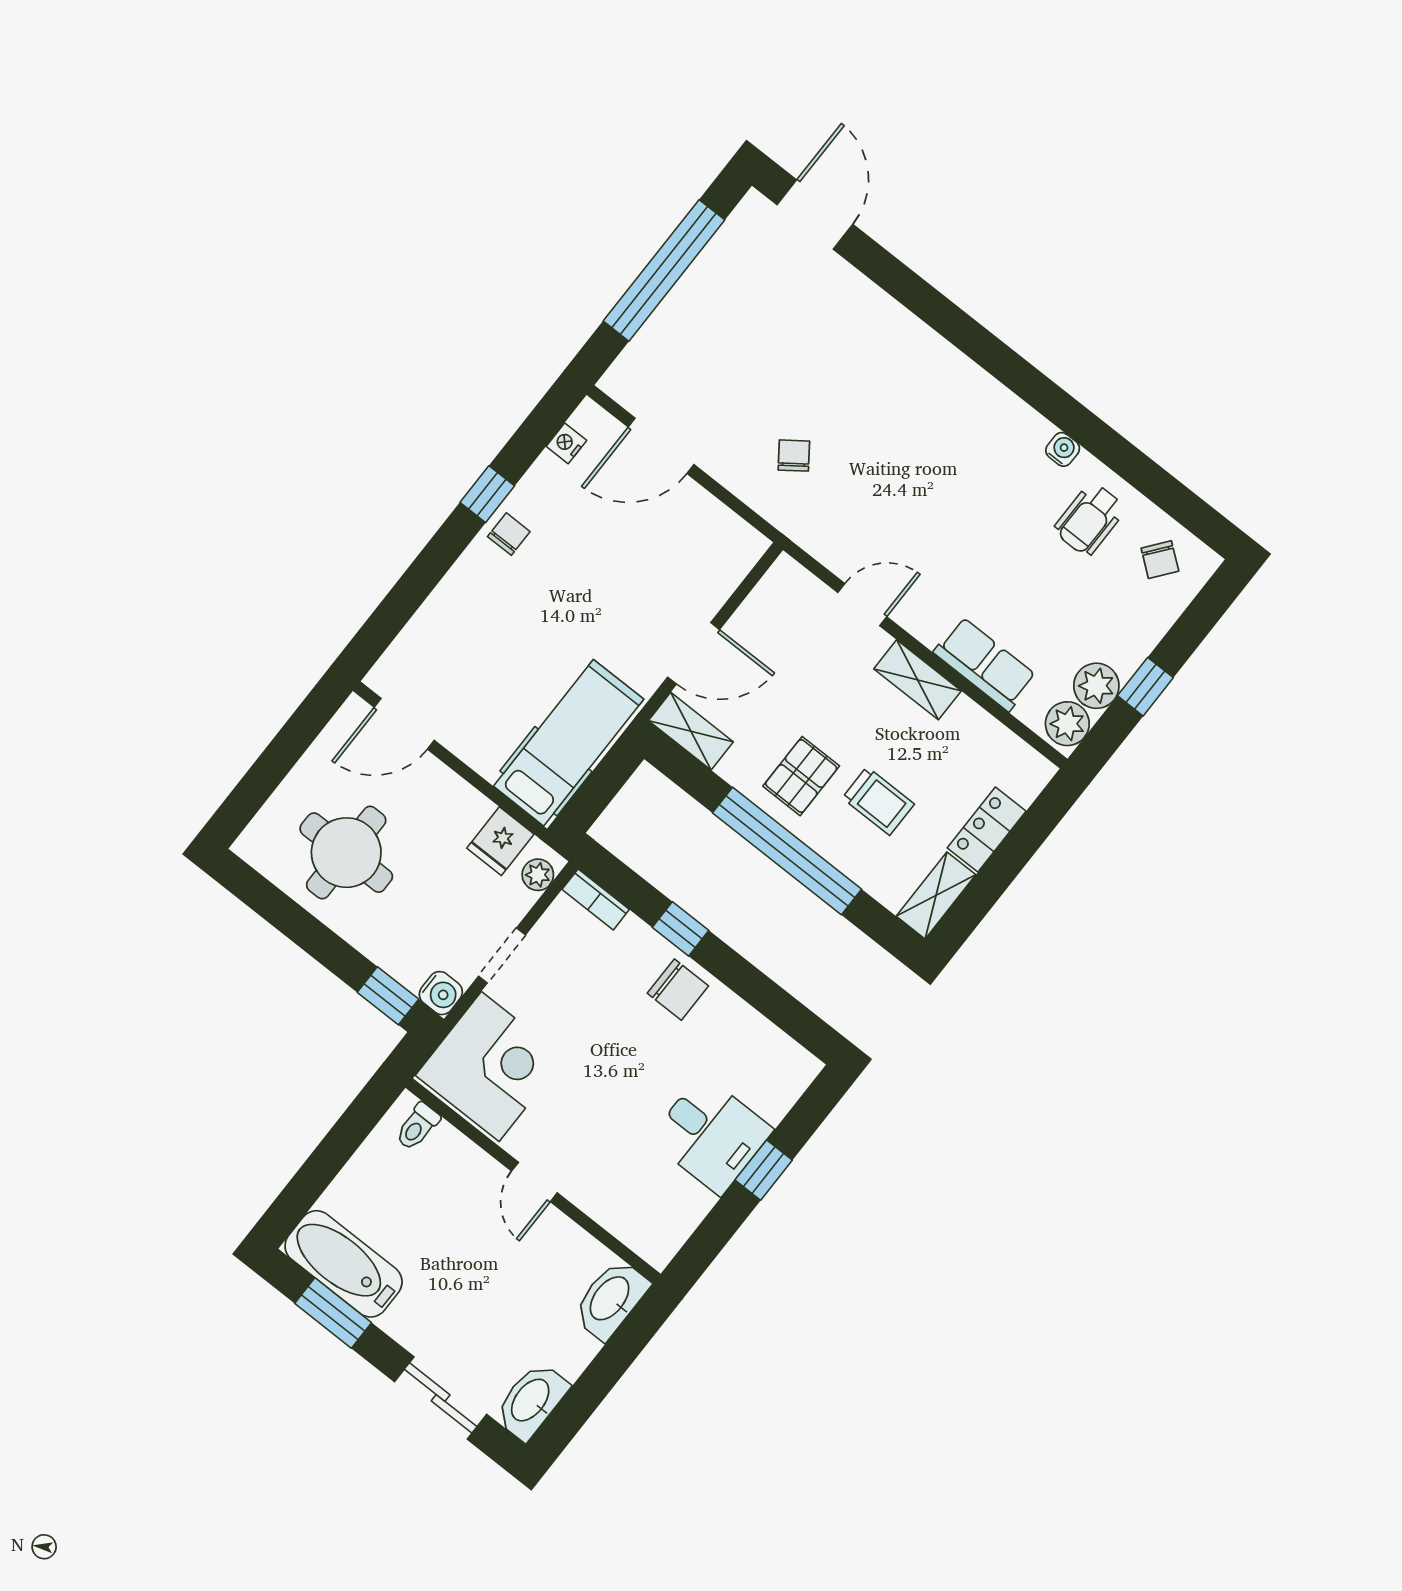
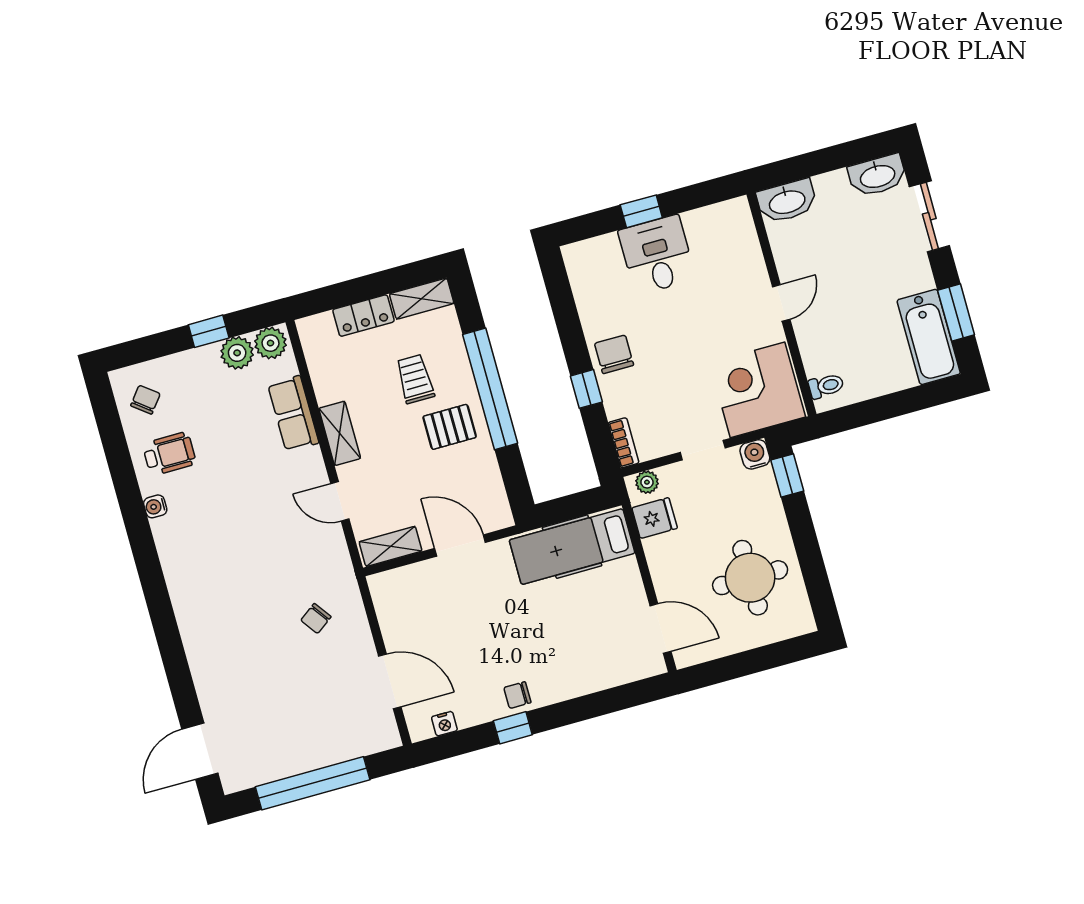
shelving: (691, 731) -> (391, 546), moved, turned 90

